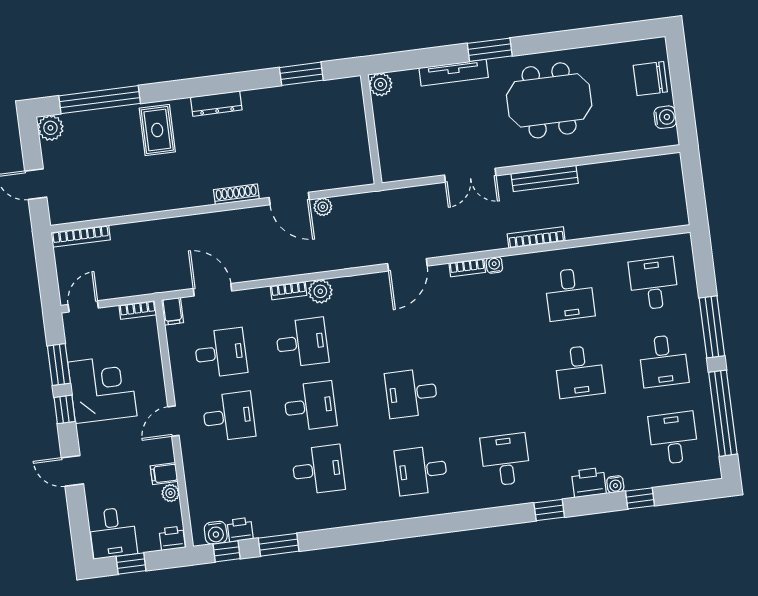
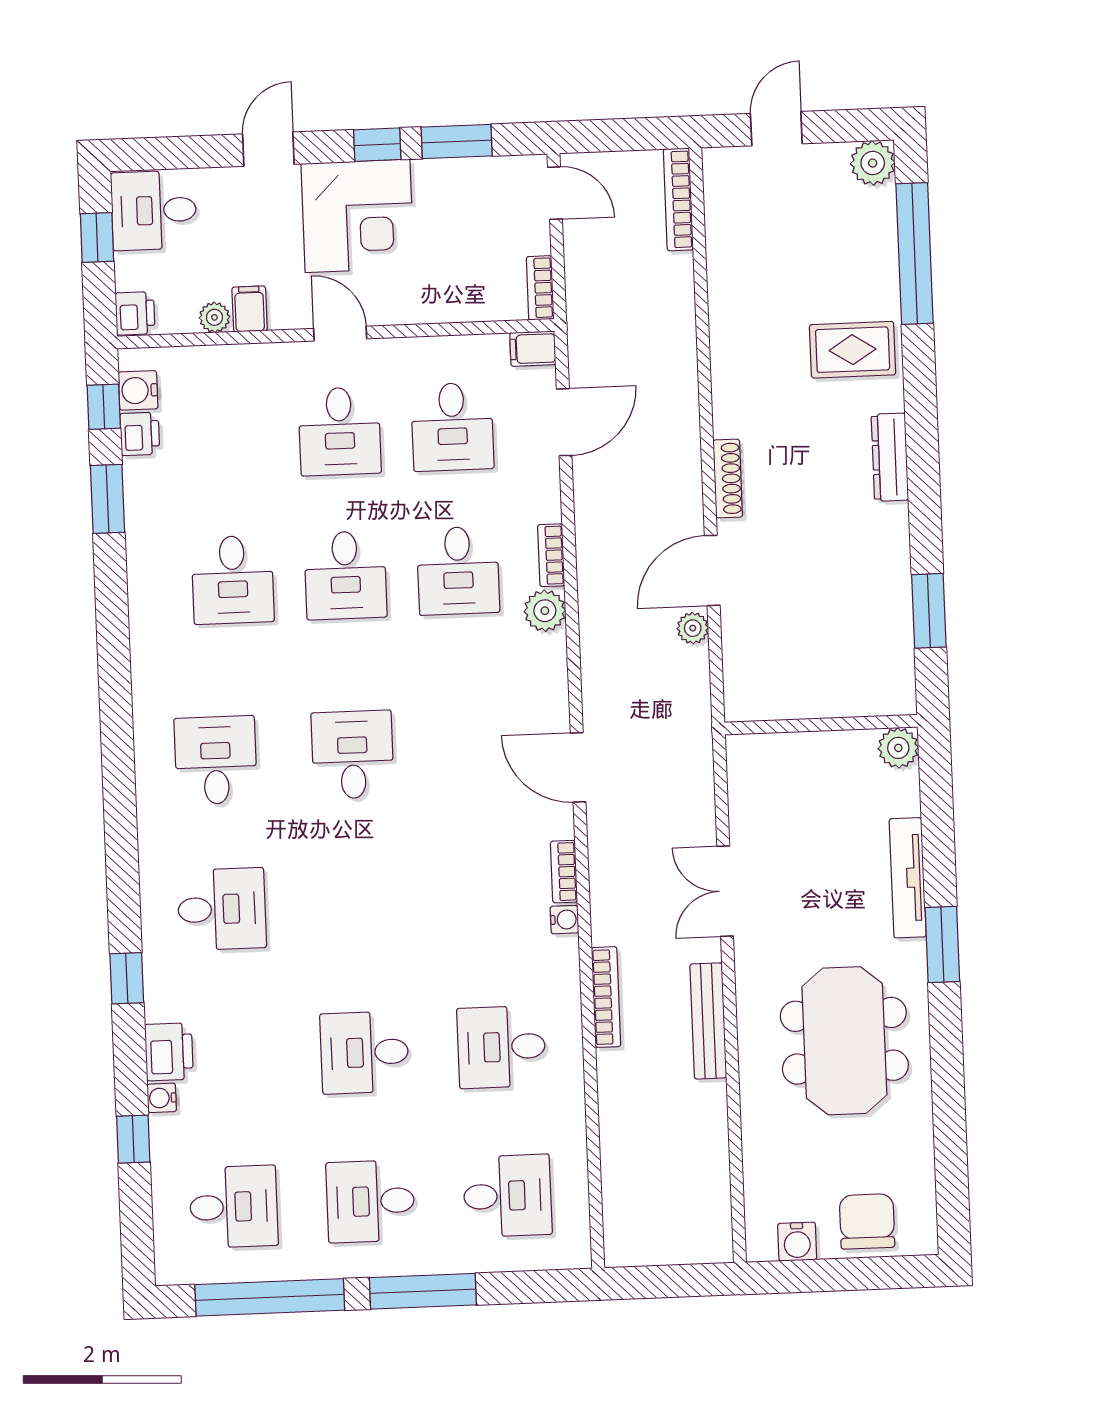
corner desk: (102, 389) -> (358, 216), moved

